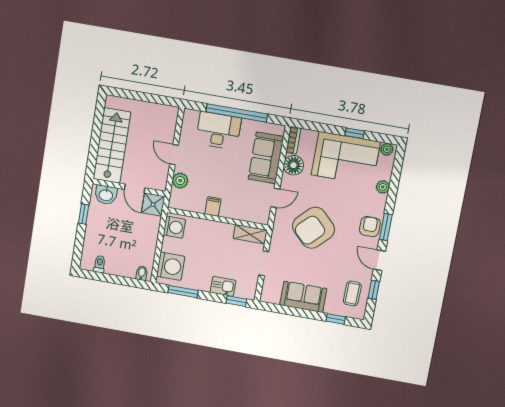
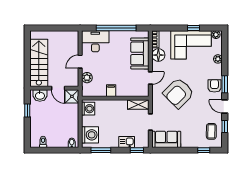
desk: (218, 131) -> (95, 41), moved
door: (174, 155) -> (80, 62), hinge flipped
sofa: (303, 297) -> (166, 139), moved

